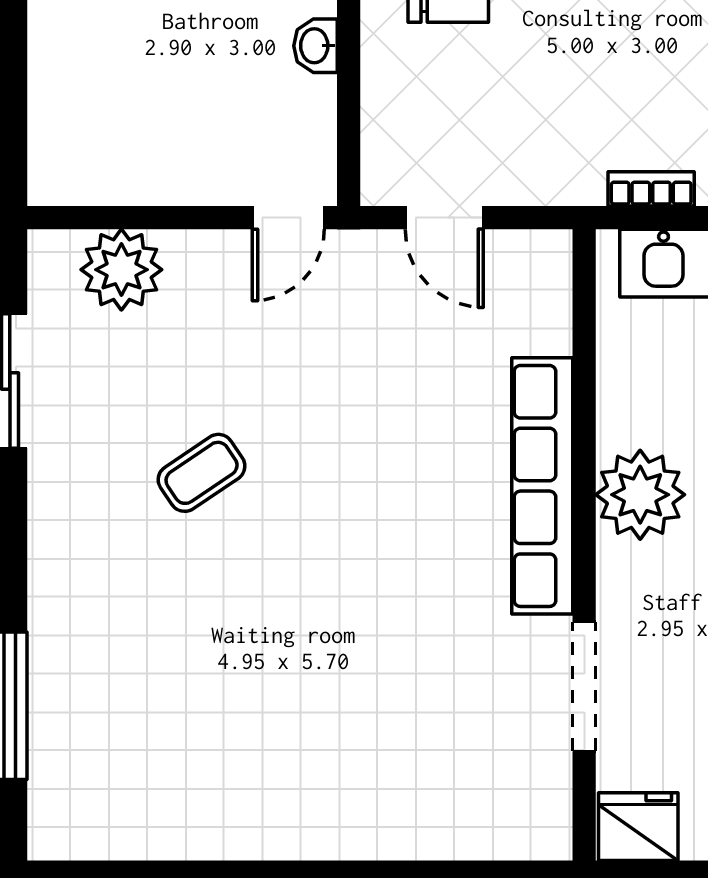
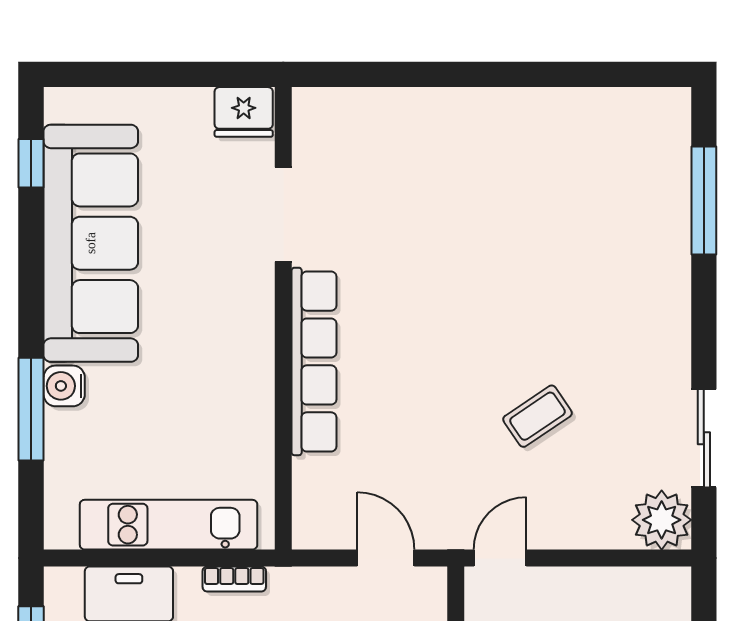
plant: (121, 270) -> (662, 520), moved
coffee table: (202, 473) -> (537, 416), moved
plant: (640, 495) -> (242, 355), removed

